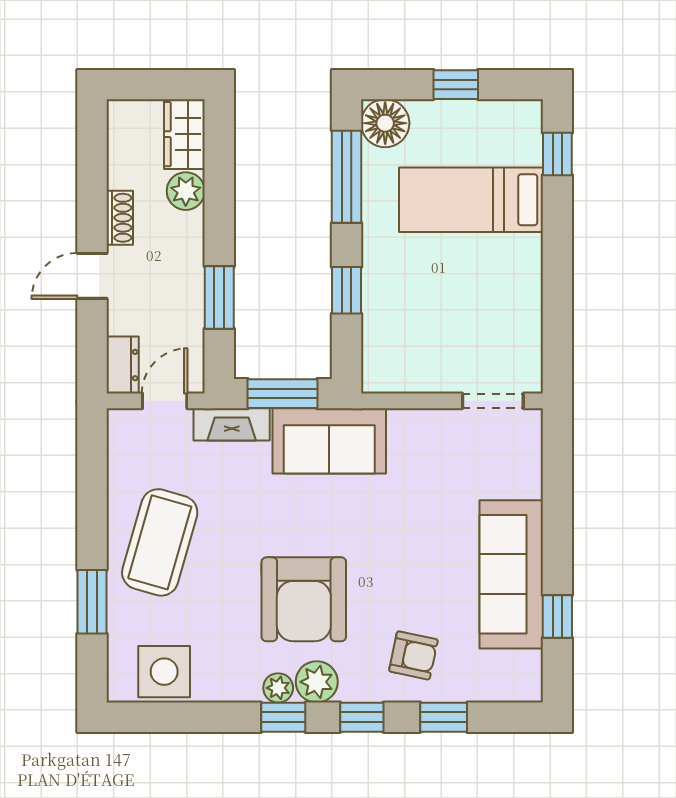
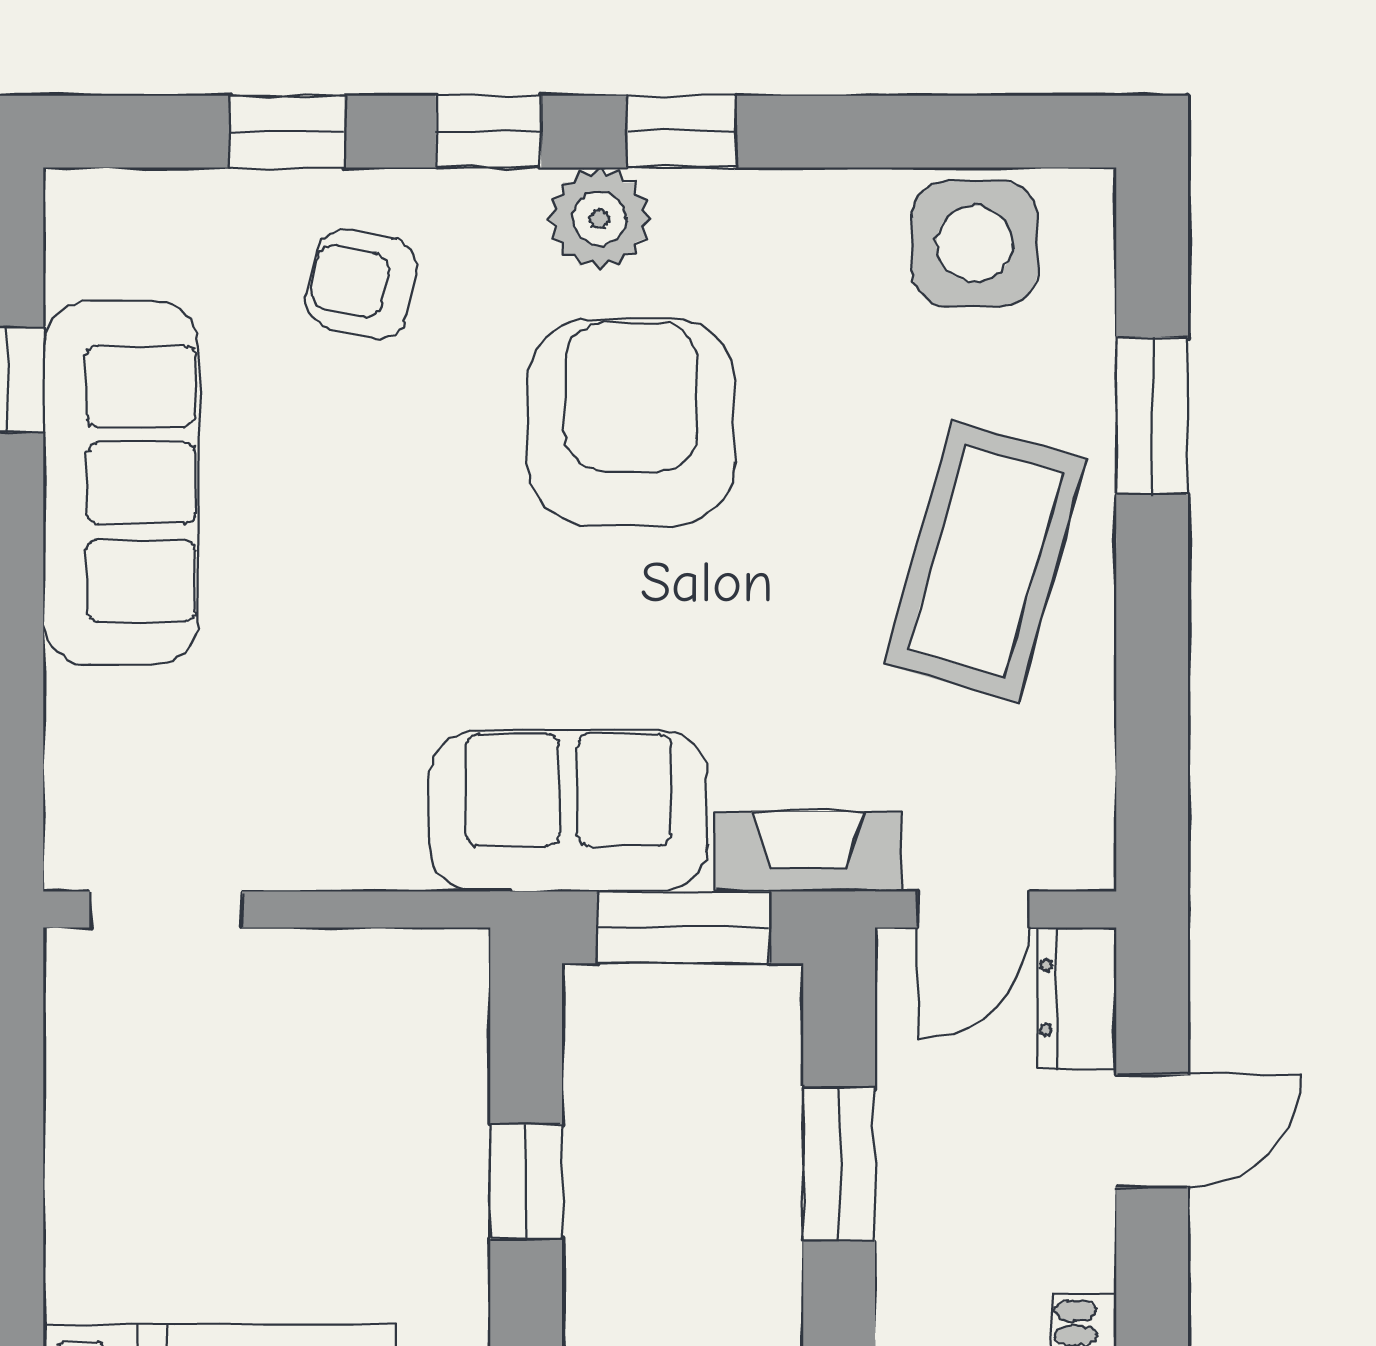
door: (92, 276) -> (1152, 1131), moved
plant: (278, 688) -> (694, 204), removed

